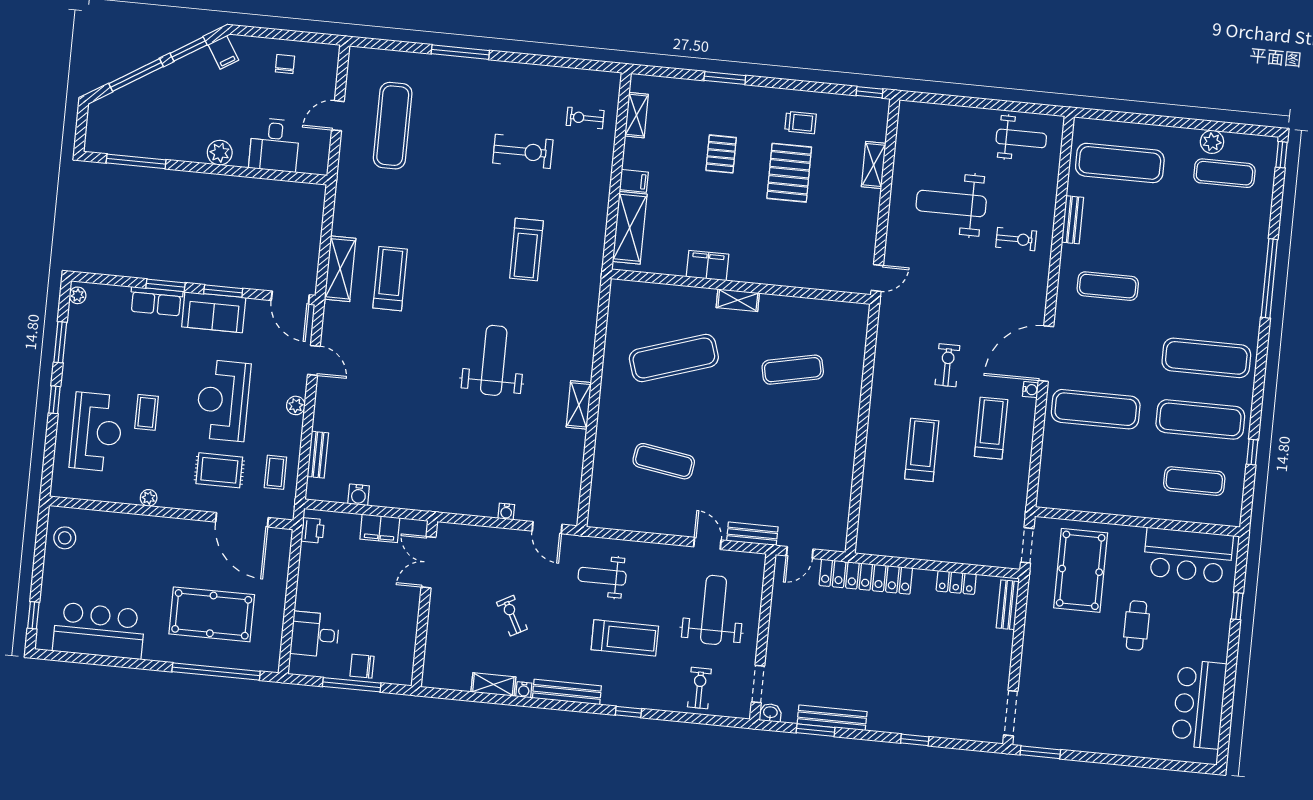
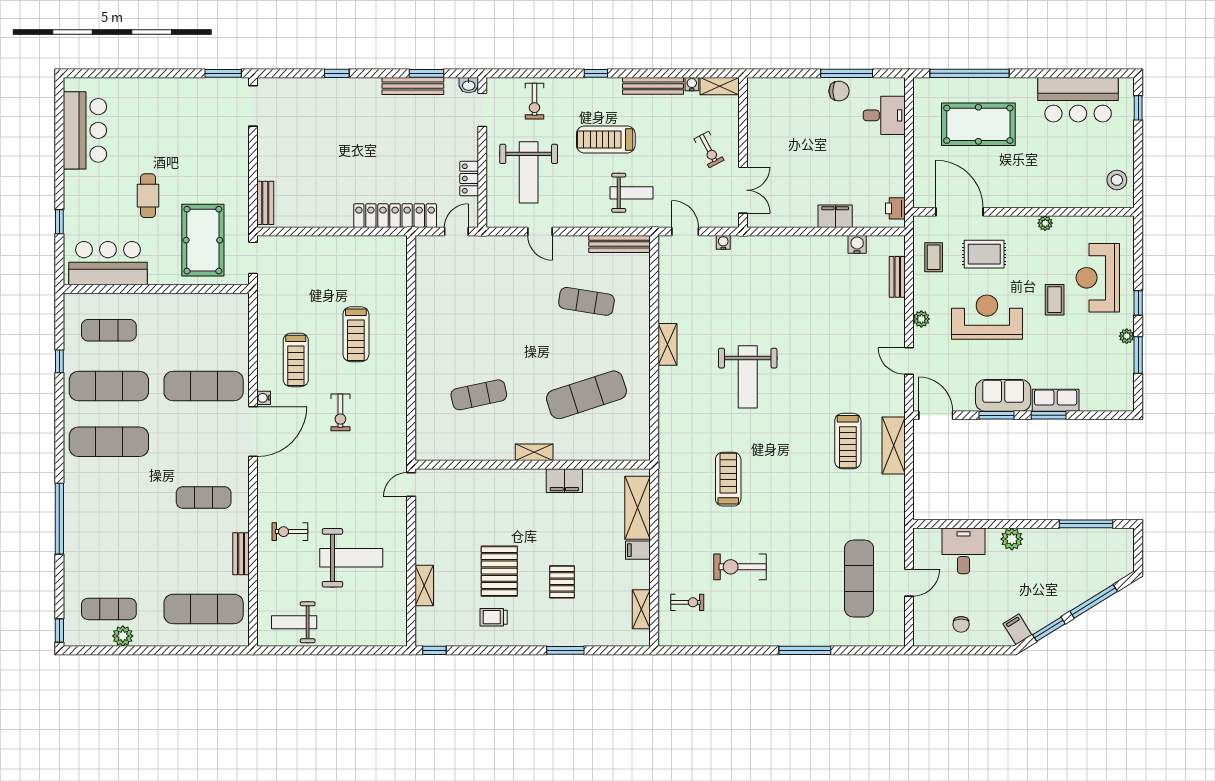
plant: (78, 295) -> (1127, 336), moved
reception desk: (223, 400) -> (987, 317), turned -90
bench: (752, 534) -> (620, 244), moved, width x1.36
double door: (429, 562) -> (743, 190), moved
locker: (956, 582) -> (469, 179), moved, turned -90
wall: (424, 604) -> (743, 152), moved

